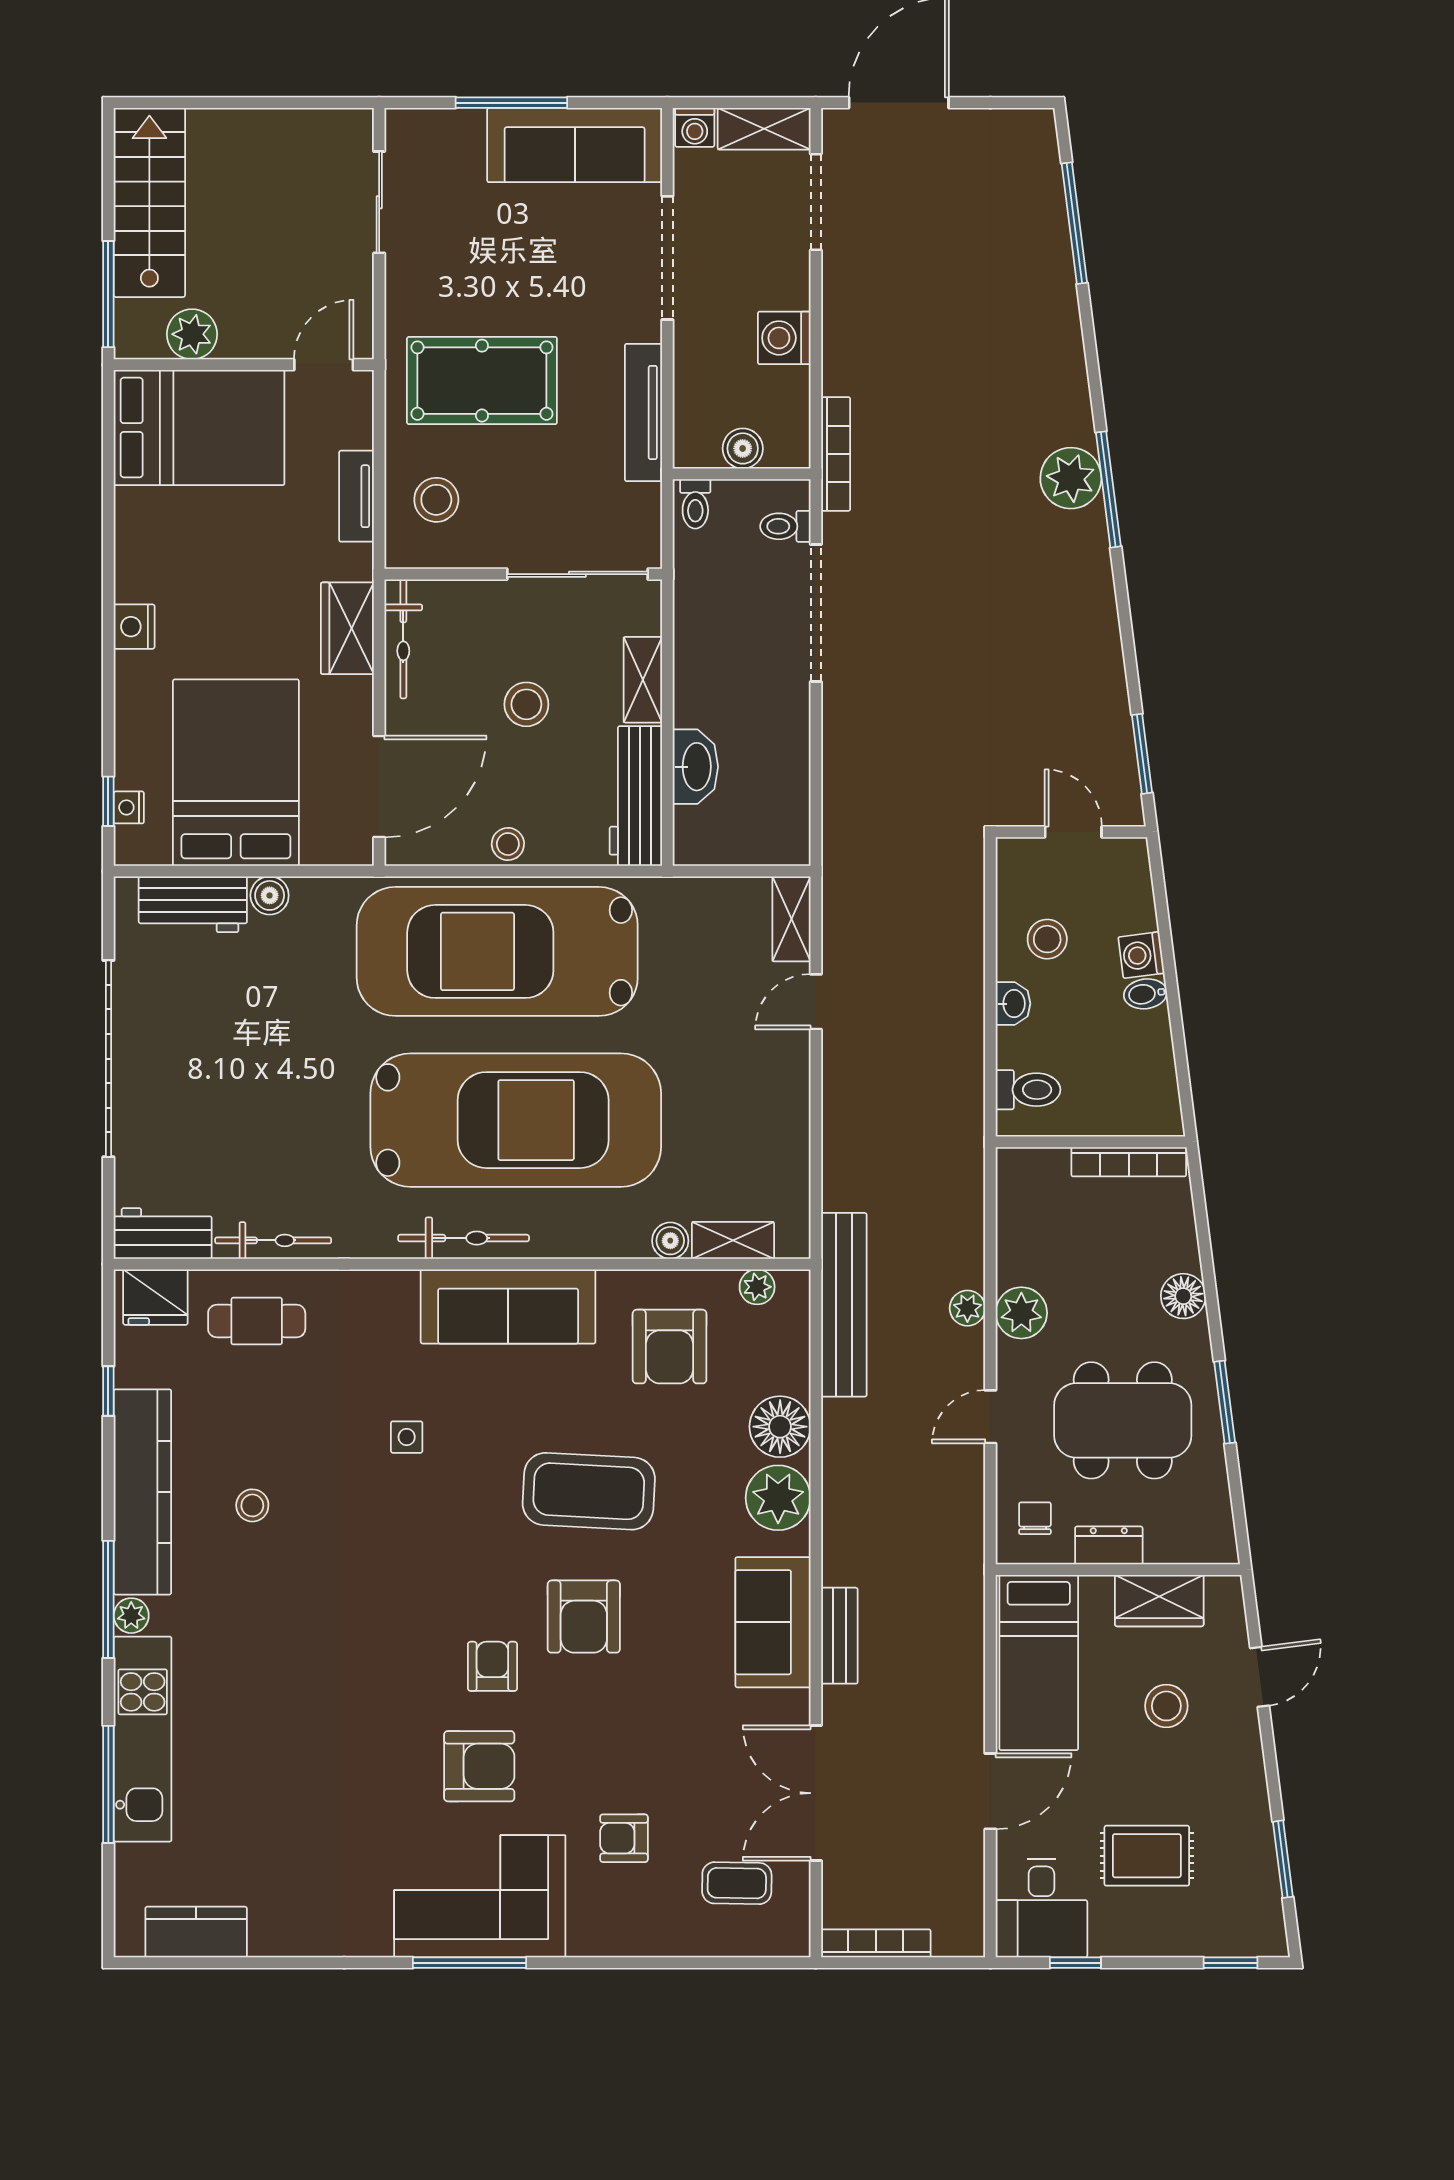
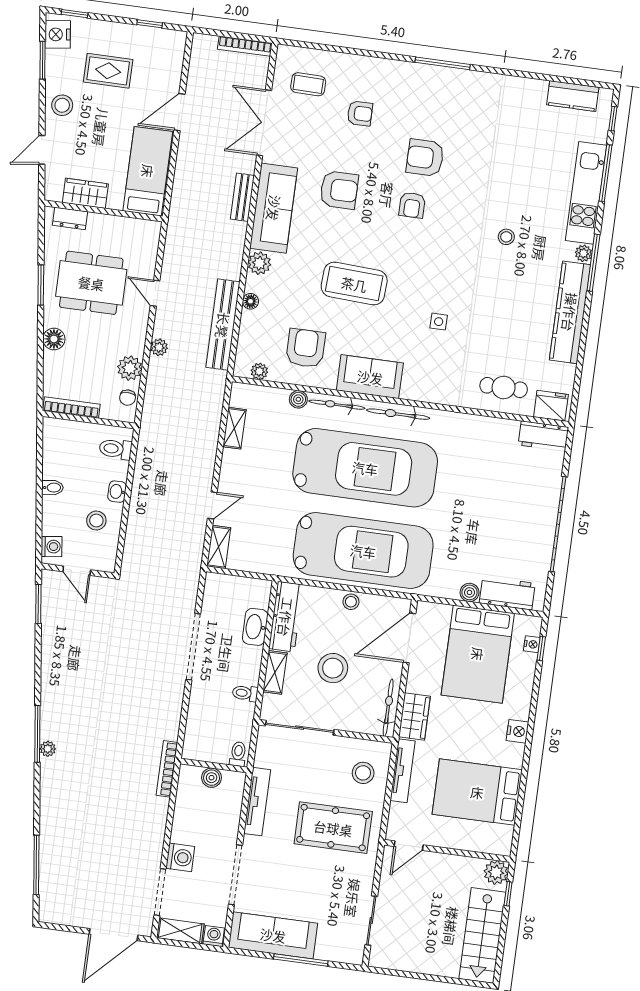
window: (108, 294) -> (508, 894), width x0.46
plant: (192, 334) -> (496, 872), moved
washing machine: (784, 338) -> (180, 857), moved
bed: (199, 428) -> (477, 792), moved
plant: (1071, 478) -> (48, 749), width x0.53, depth x0.53
tv unit: (357, 496) -> (403, 771), width x1.41
toilet: (785, 526) -> (245, 693), moved, turned 180
doorway: (816, 613) -> (193, 647), moved
stool: (526, 704) -> (333, 668), width x1.38, depth x1.38
washing machine: (1141, 955) -> (52, 547), moved
car: (516, 1120) -> (365, 468), turned 180
bicycle: (273, 1240) -> (337, 405), moved
shelving: (733, 1240) -> (234, 428), moved, turned 90
bench: (844, 1305) -> (223, 325), moved
sofa: (508, 1306) -> (370, 377), width x0.73
plant: (1021, 1313) -> (130, 368), moved
window: (108, 1391) -> (613, 119), moved
door: (990, 1417) -> (155, 293), swing flipped
floor lamp: (780, 1427) -> (250, 301), width x0.53, depth x0.53
plant: (778, 1498) -> (259, 263), width x0.73, depth x0.73
stool: (252, 1505) -> (506, 237), moved
chair: (1035, 1518) -> (128, 398), moved
dresser: (1109, 1545) -> (70, 218), moved
armchair: (584, 1617) -> (339, 190), moved, turned 90
sofa: (773, 1622) -> (274, 208), width x1.36
stool: (1166, 1706) -> (62, 105), moved
double door: (816, 1793) -> (264, 123), swing flipped
corner sofa: (480, 1896) -> (433, 95), removed
desk: (1041, 1908) -> (162, 52), removed
nightstand: (1259, 1916) -> (58, 34), added

